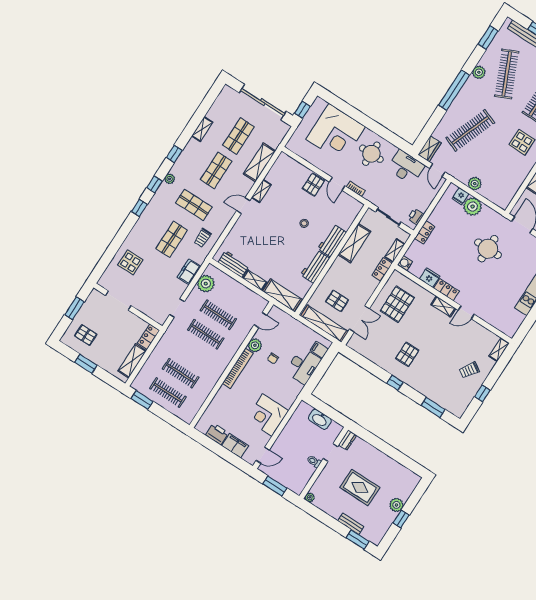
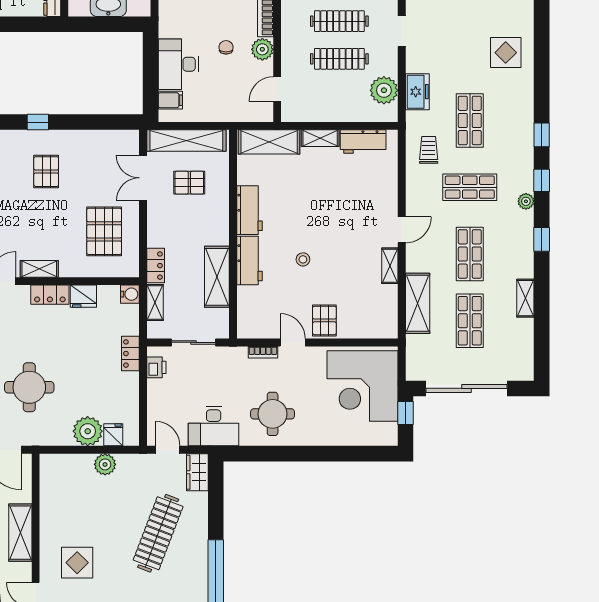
corner desk: (336, 133) -> (363, 386), moved, turned -90

